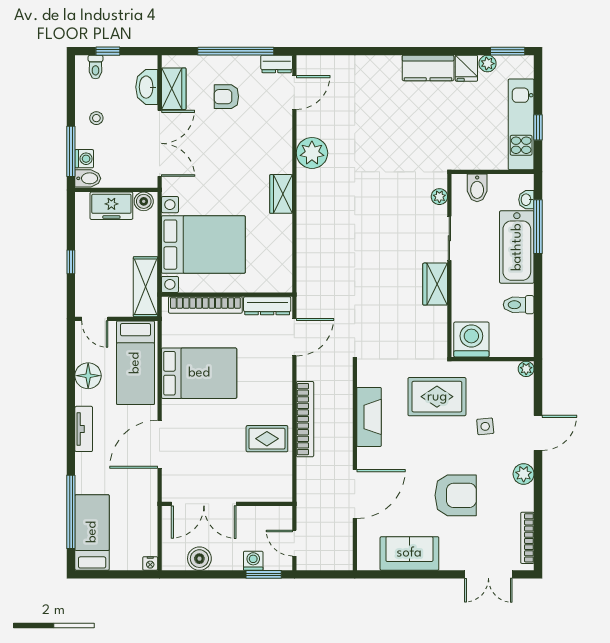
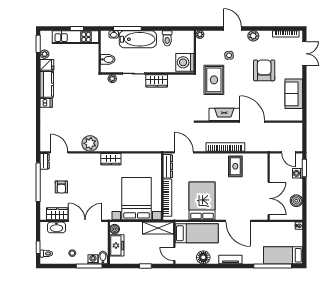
dishwasher: (392, 67) -> (46, 103), added
door: (95, 319) -> (174, 254), swing flipped
door: (355, 494) -> (252, 122), moved
door: (294, 543) -> (288, 152), hinge flipped

